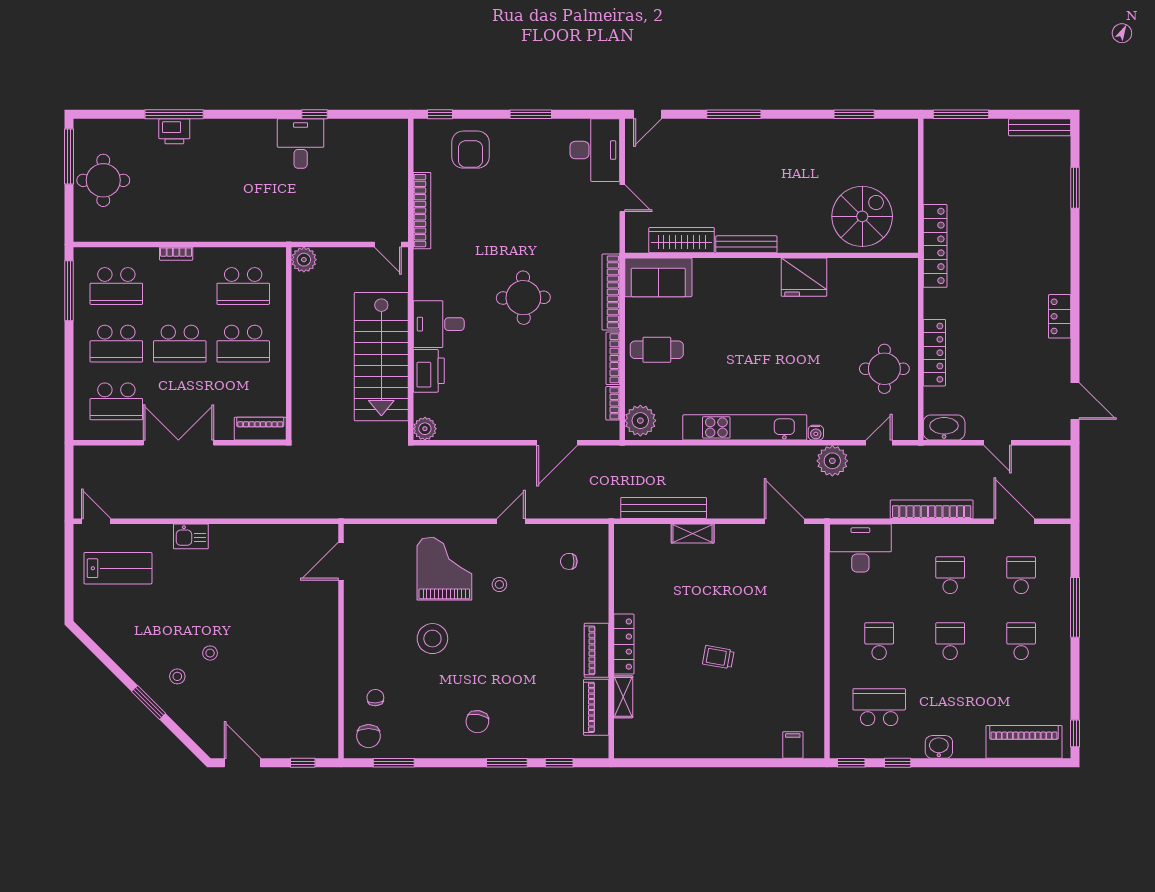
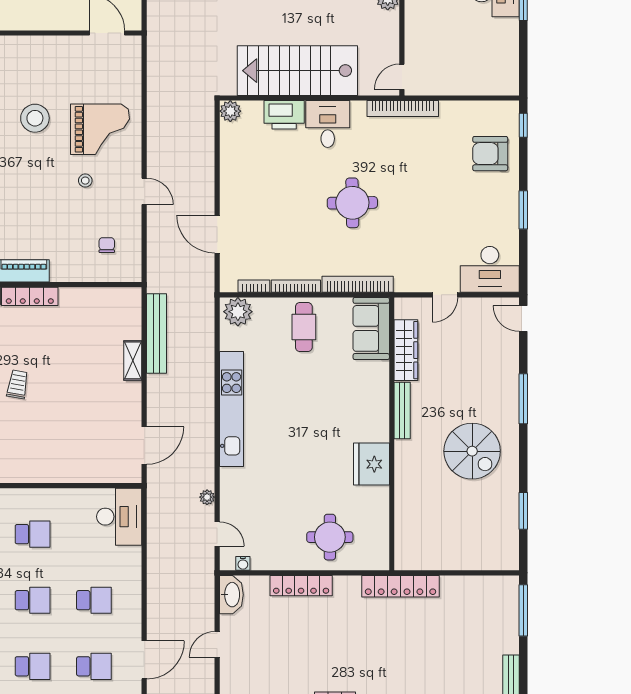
bookcase: (422, 211) -> (403, 109), moved
spiral stairs: (862, 216) -> (472, 451), moved
round table: (884, 369) -> (330, 537), moved
water cooler: (816, 433) -> (243, 563), moved, turned -90
plant: (832, 461) -> (207, 497), width x0.53, depth x0.53
bookcase: (932, 509) -> (155, 583), removed

